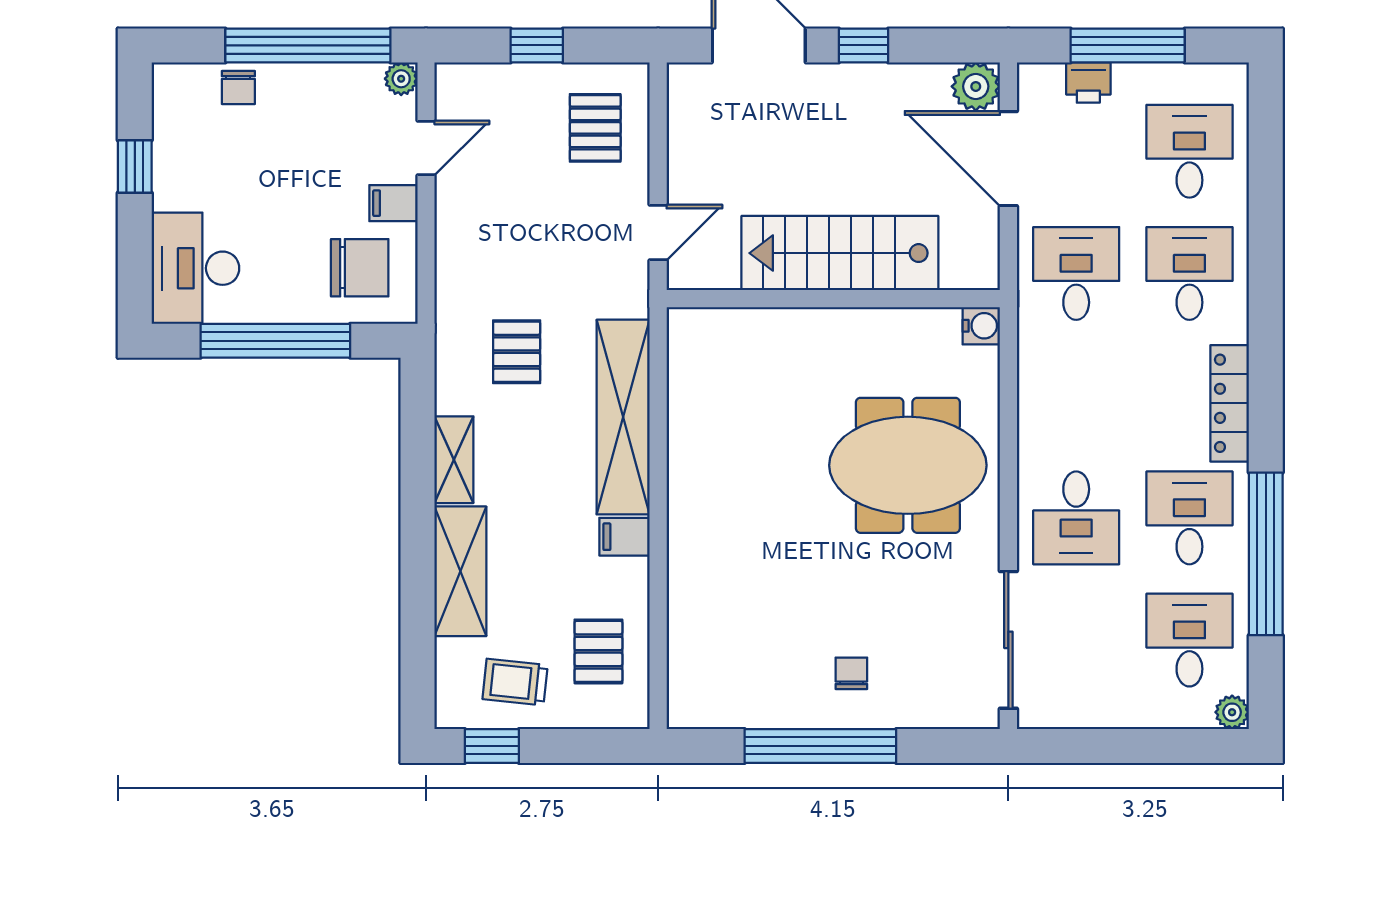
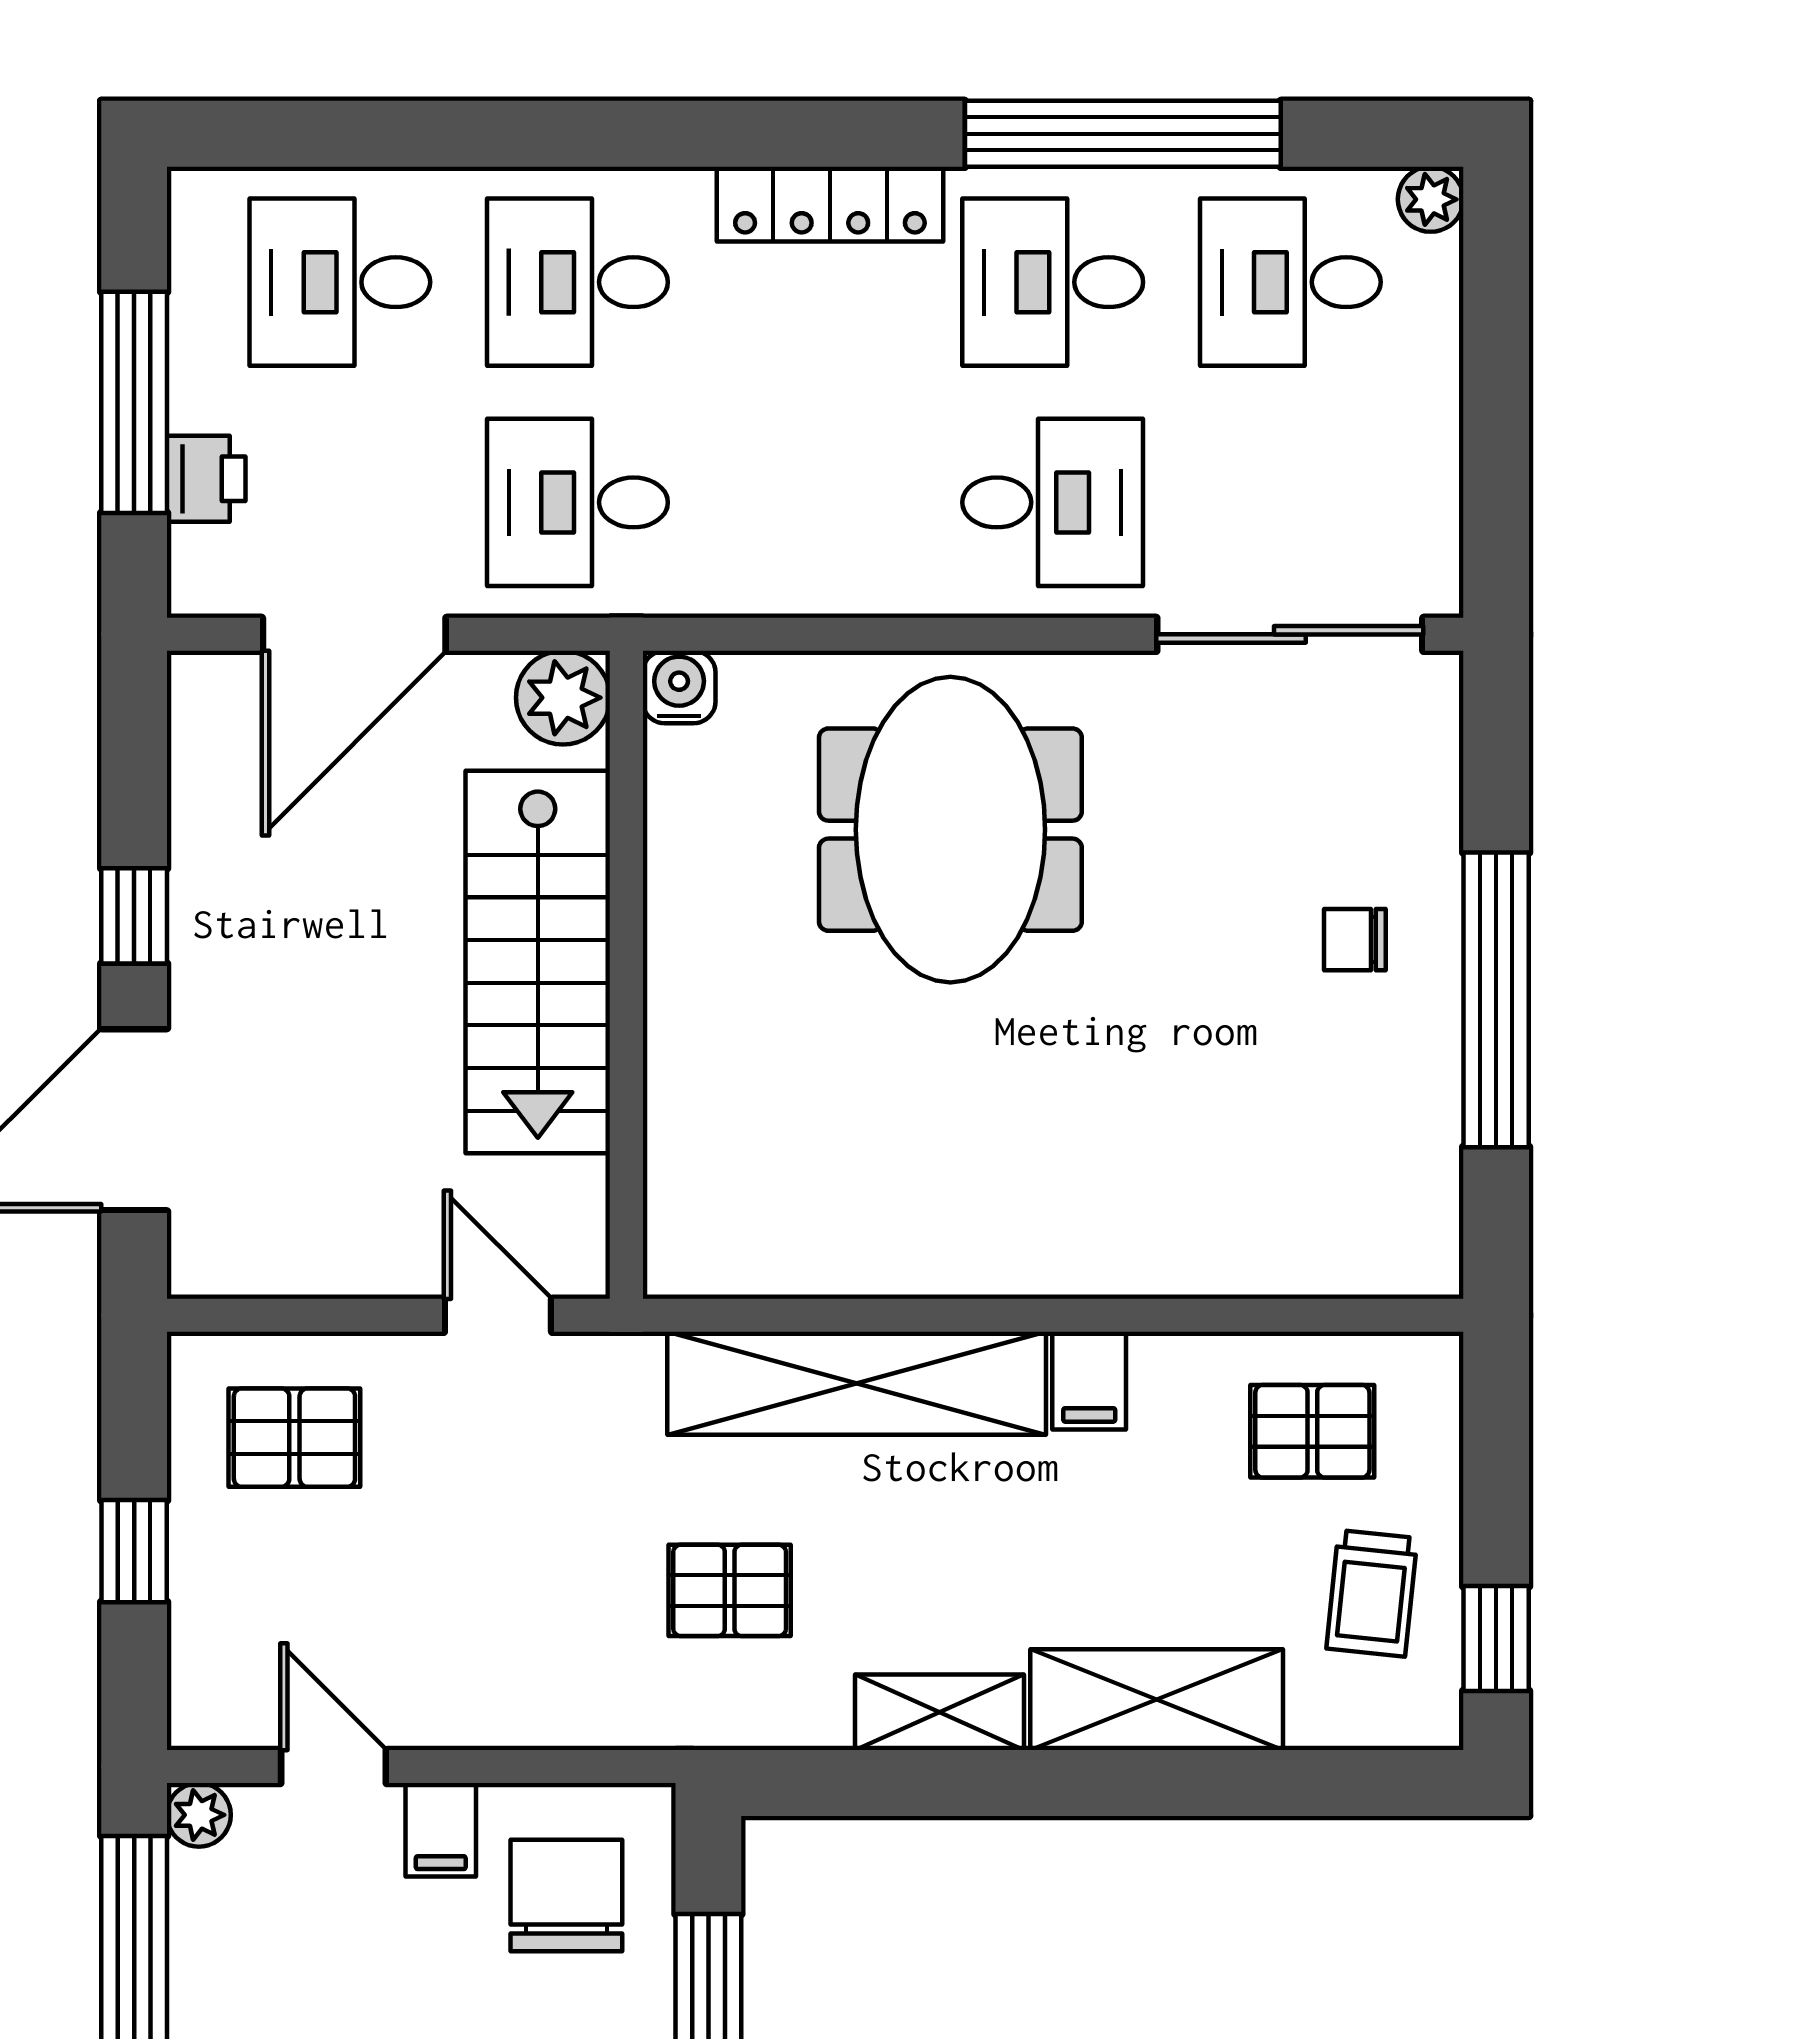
plant: (976, 86) -> (563, 698), moved

